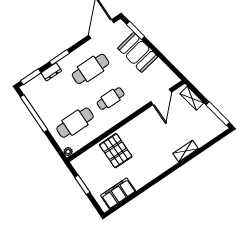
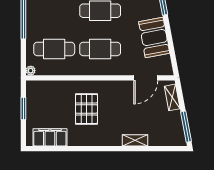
booth: (138, 52) -> (154, 37), moved
cafe table: (111, 99) -> (100, 49), width x1.37, depth x1.35
pallet: (116, 151) -> (86, 109), moved

